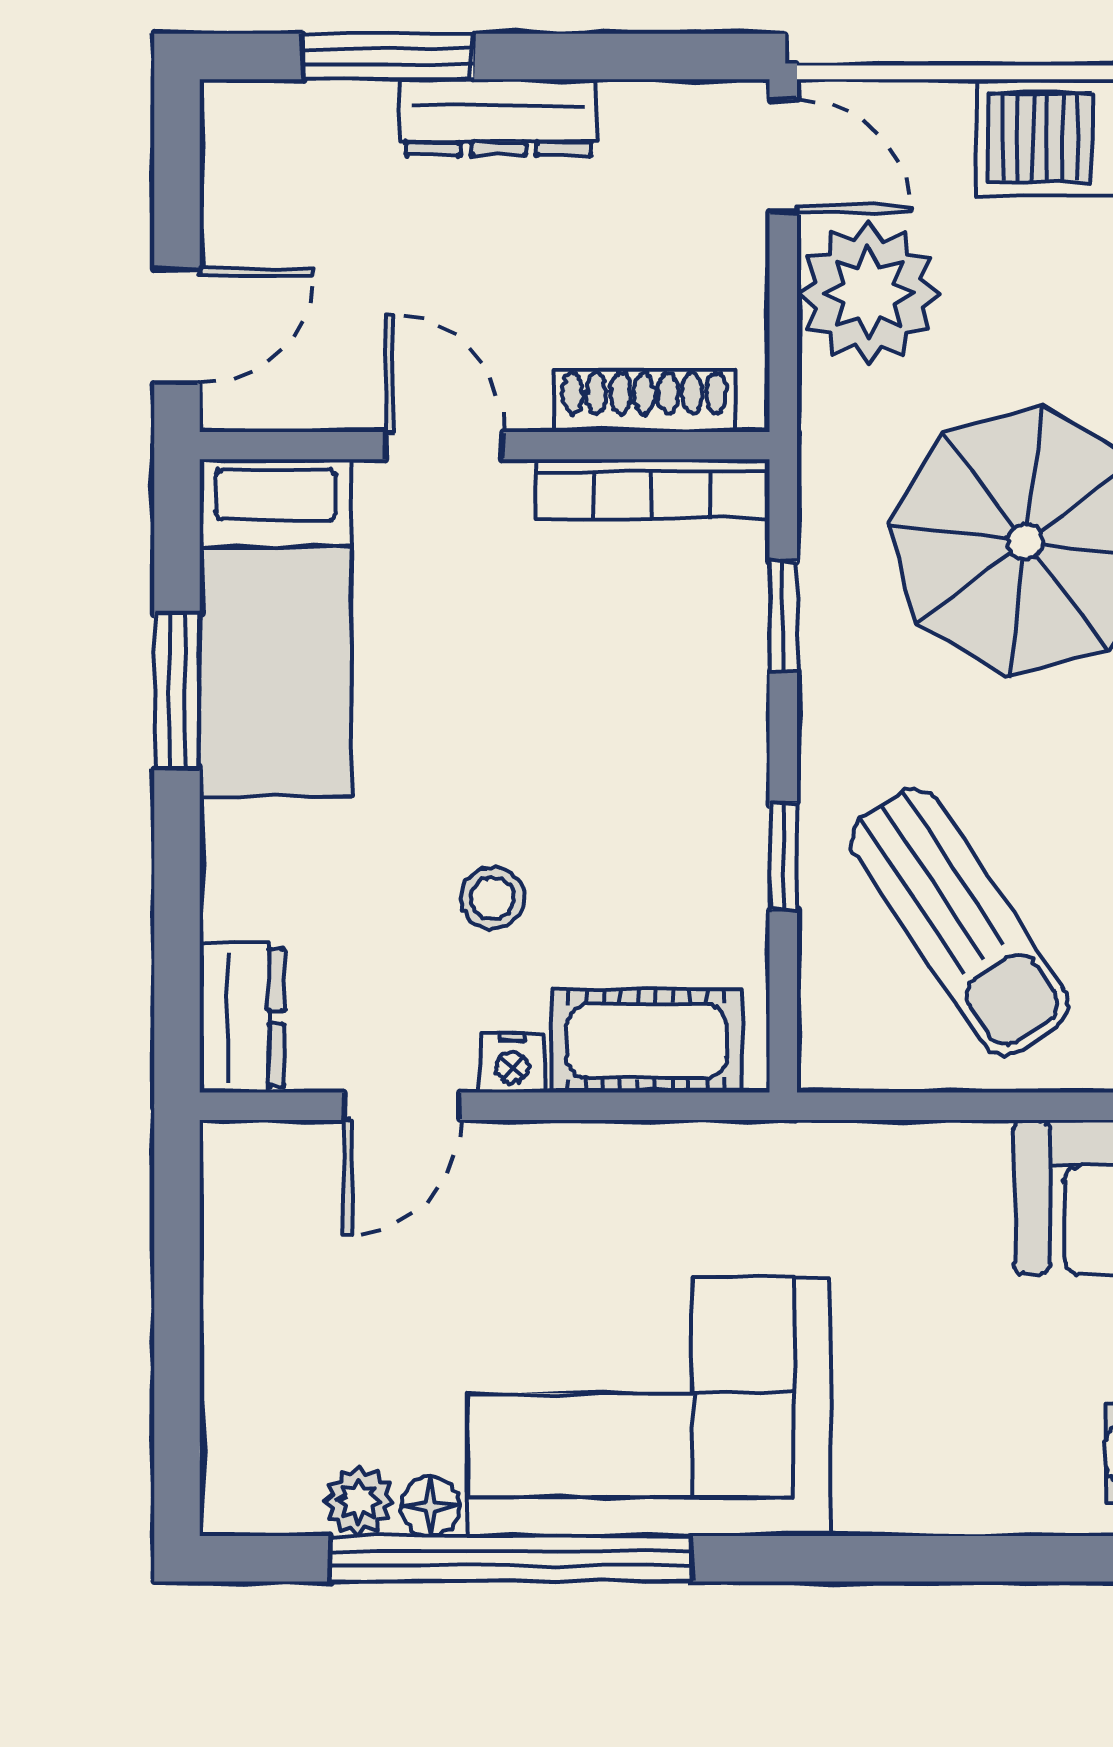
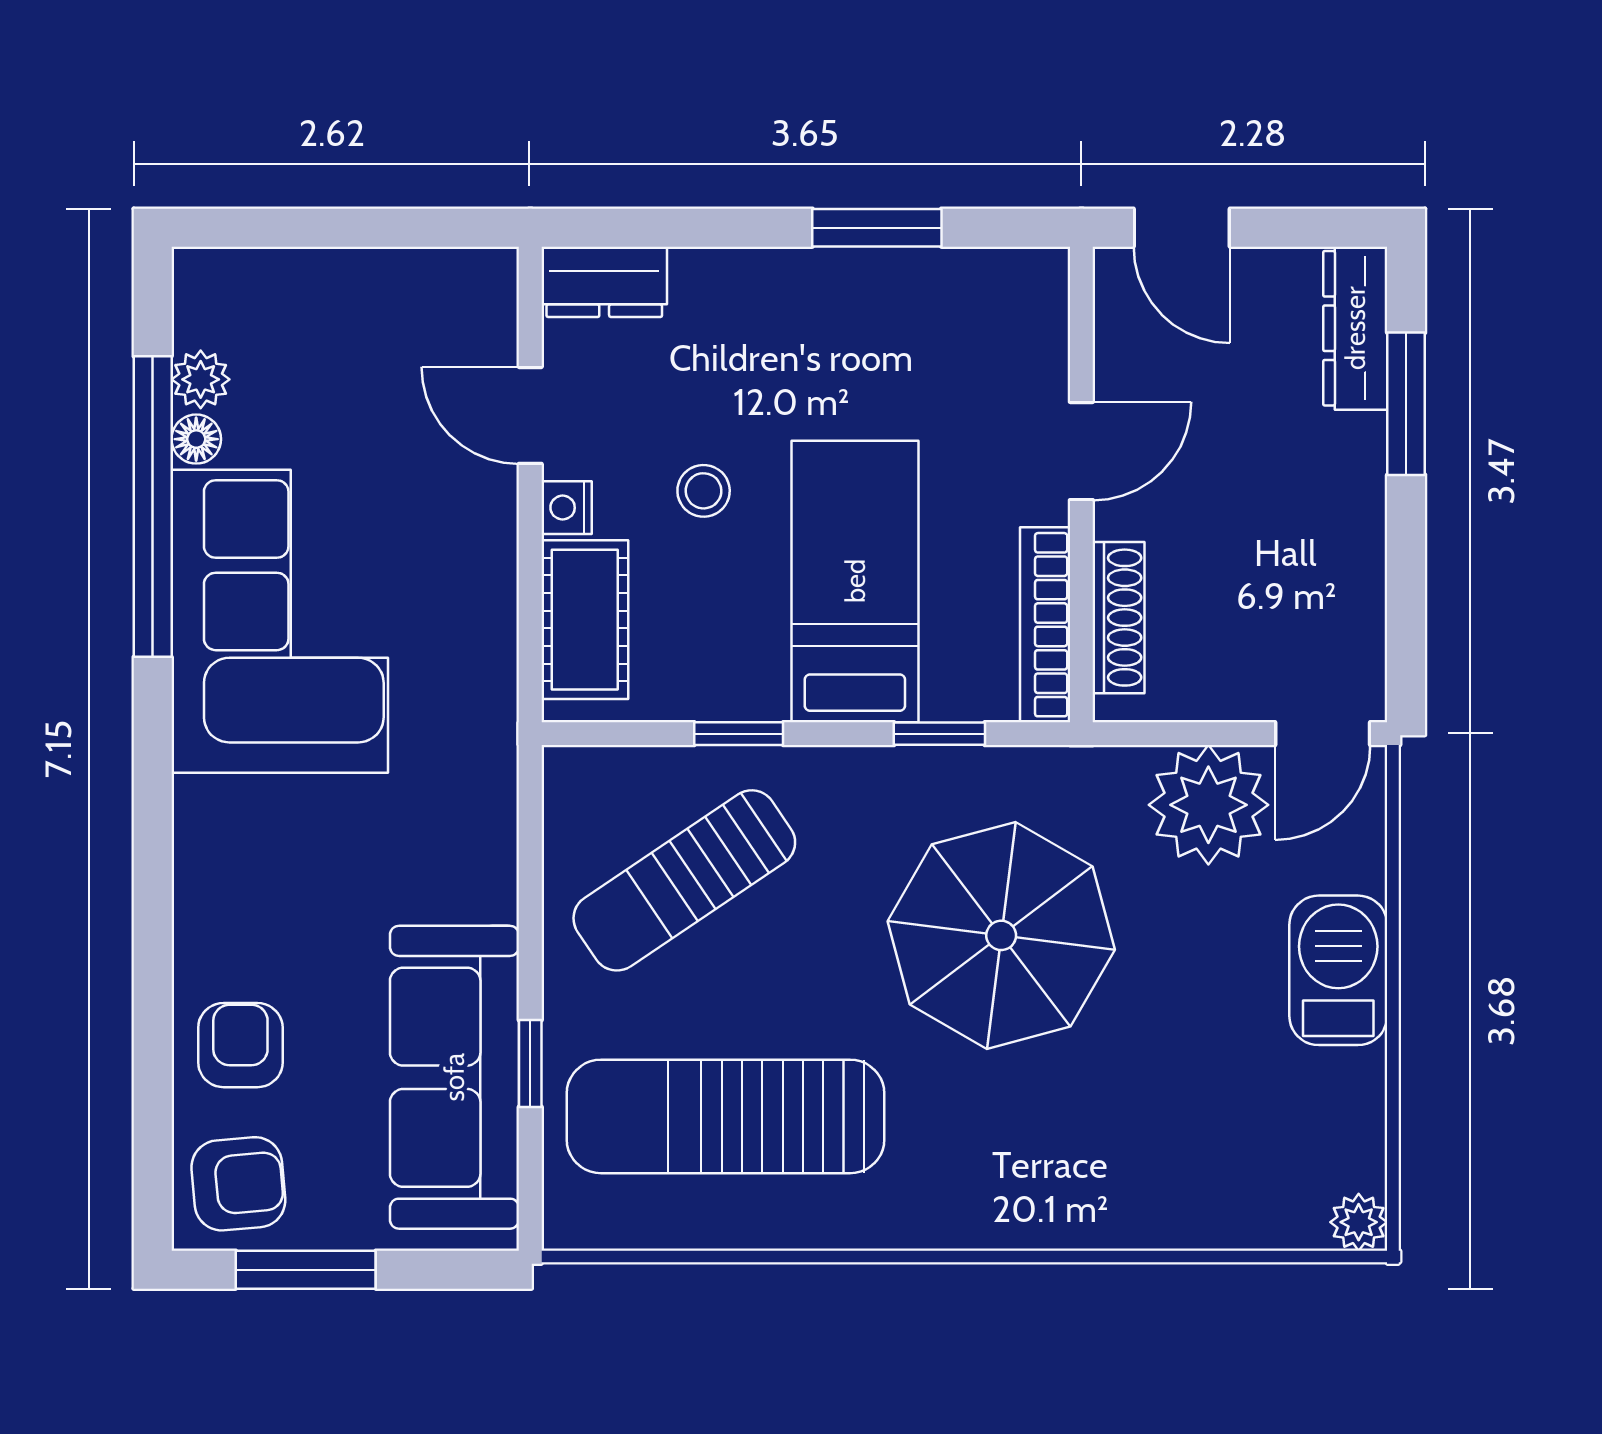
dresser: (498, 117) -> (1355, 328), moved
bed: (276, 628) -> (855, 581), moved, turned 90

